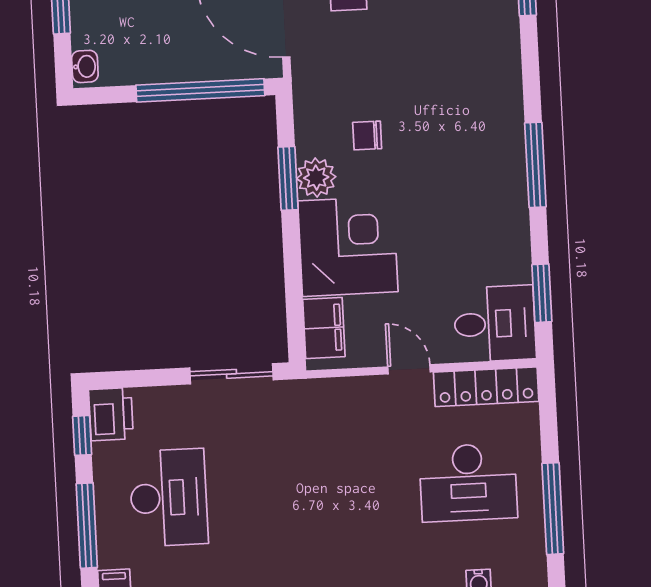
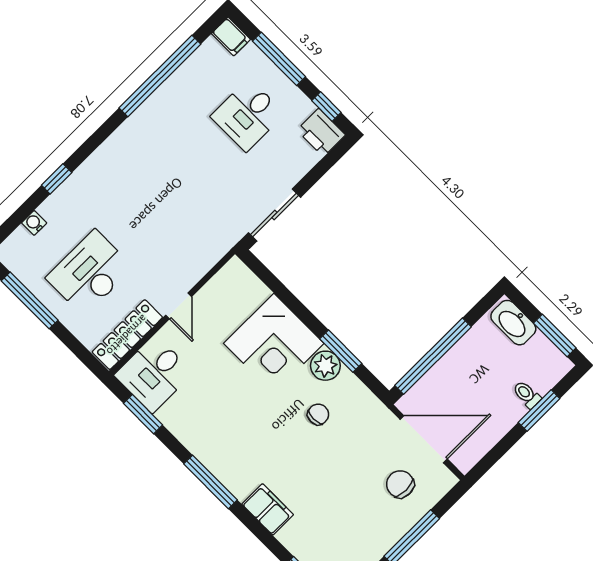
washbasin: (85, 66) -> (513, 323), width x1.91, depth x1.45
filing cabinet: (324, 328) -> (268, 509), moved, turned 180
door: (409, 369) -> (179, 306), hinge flipped
desk: (169, 498) -> (248, 115), width x0.73

